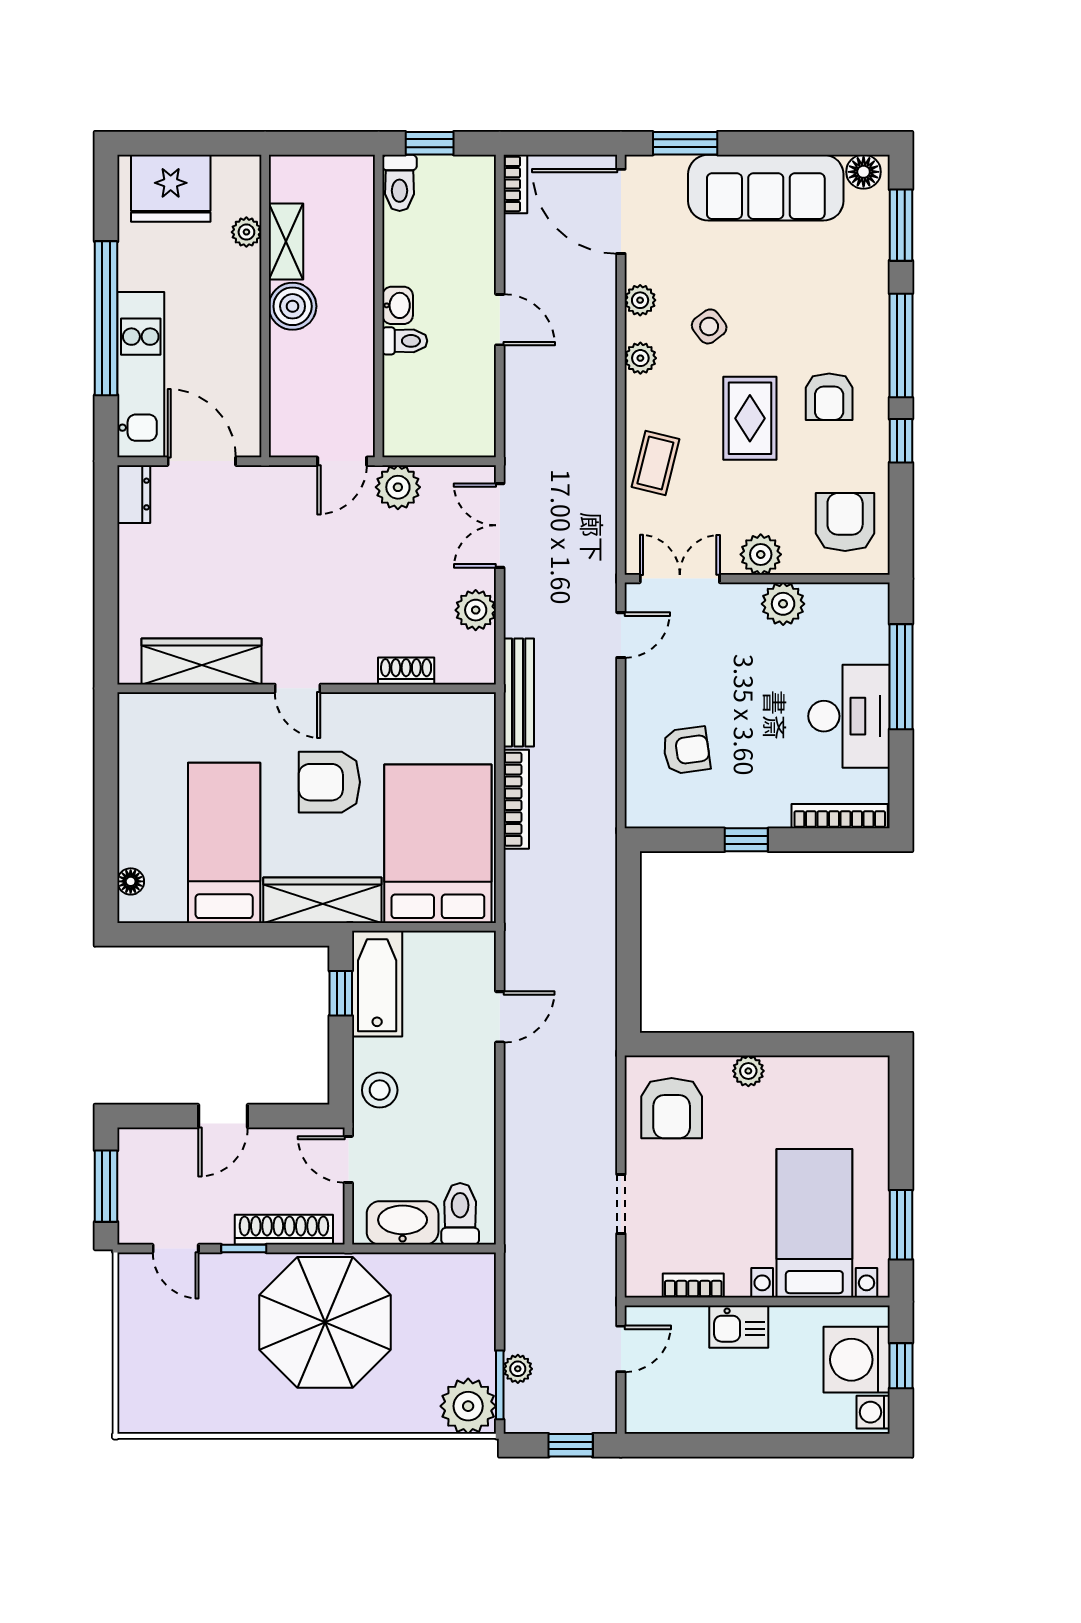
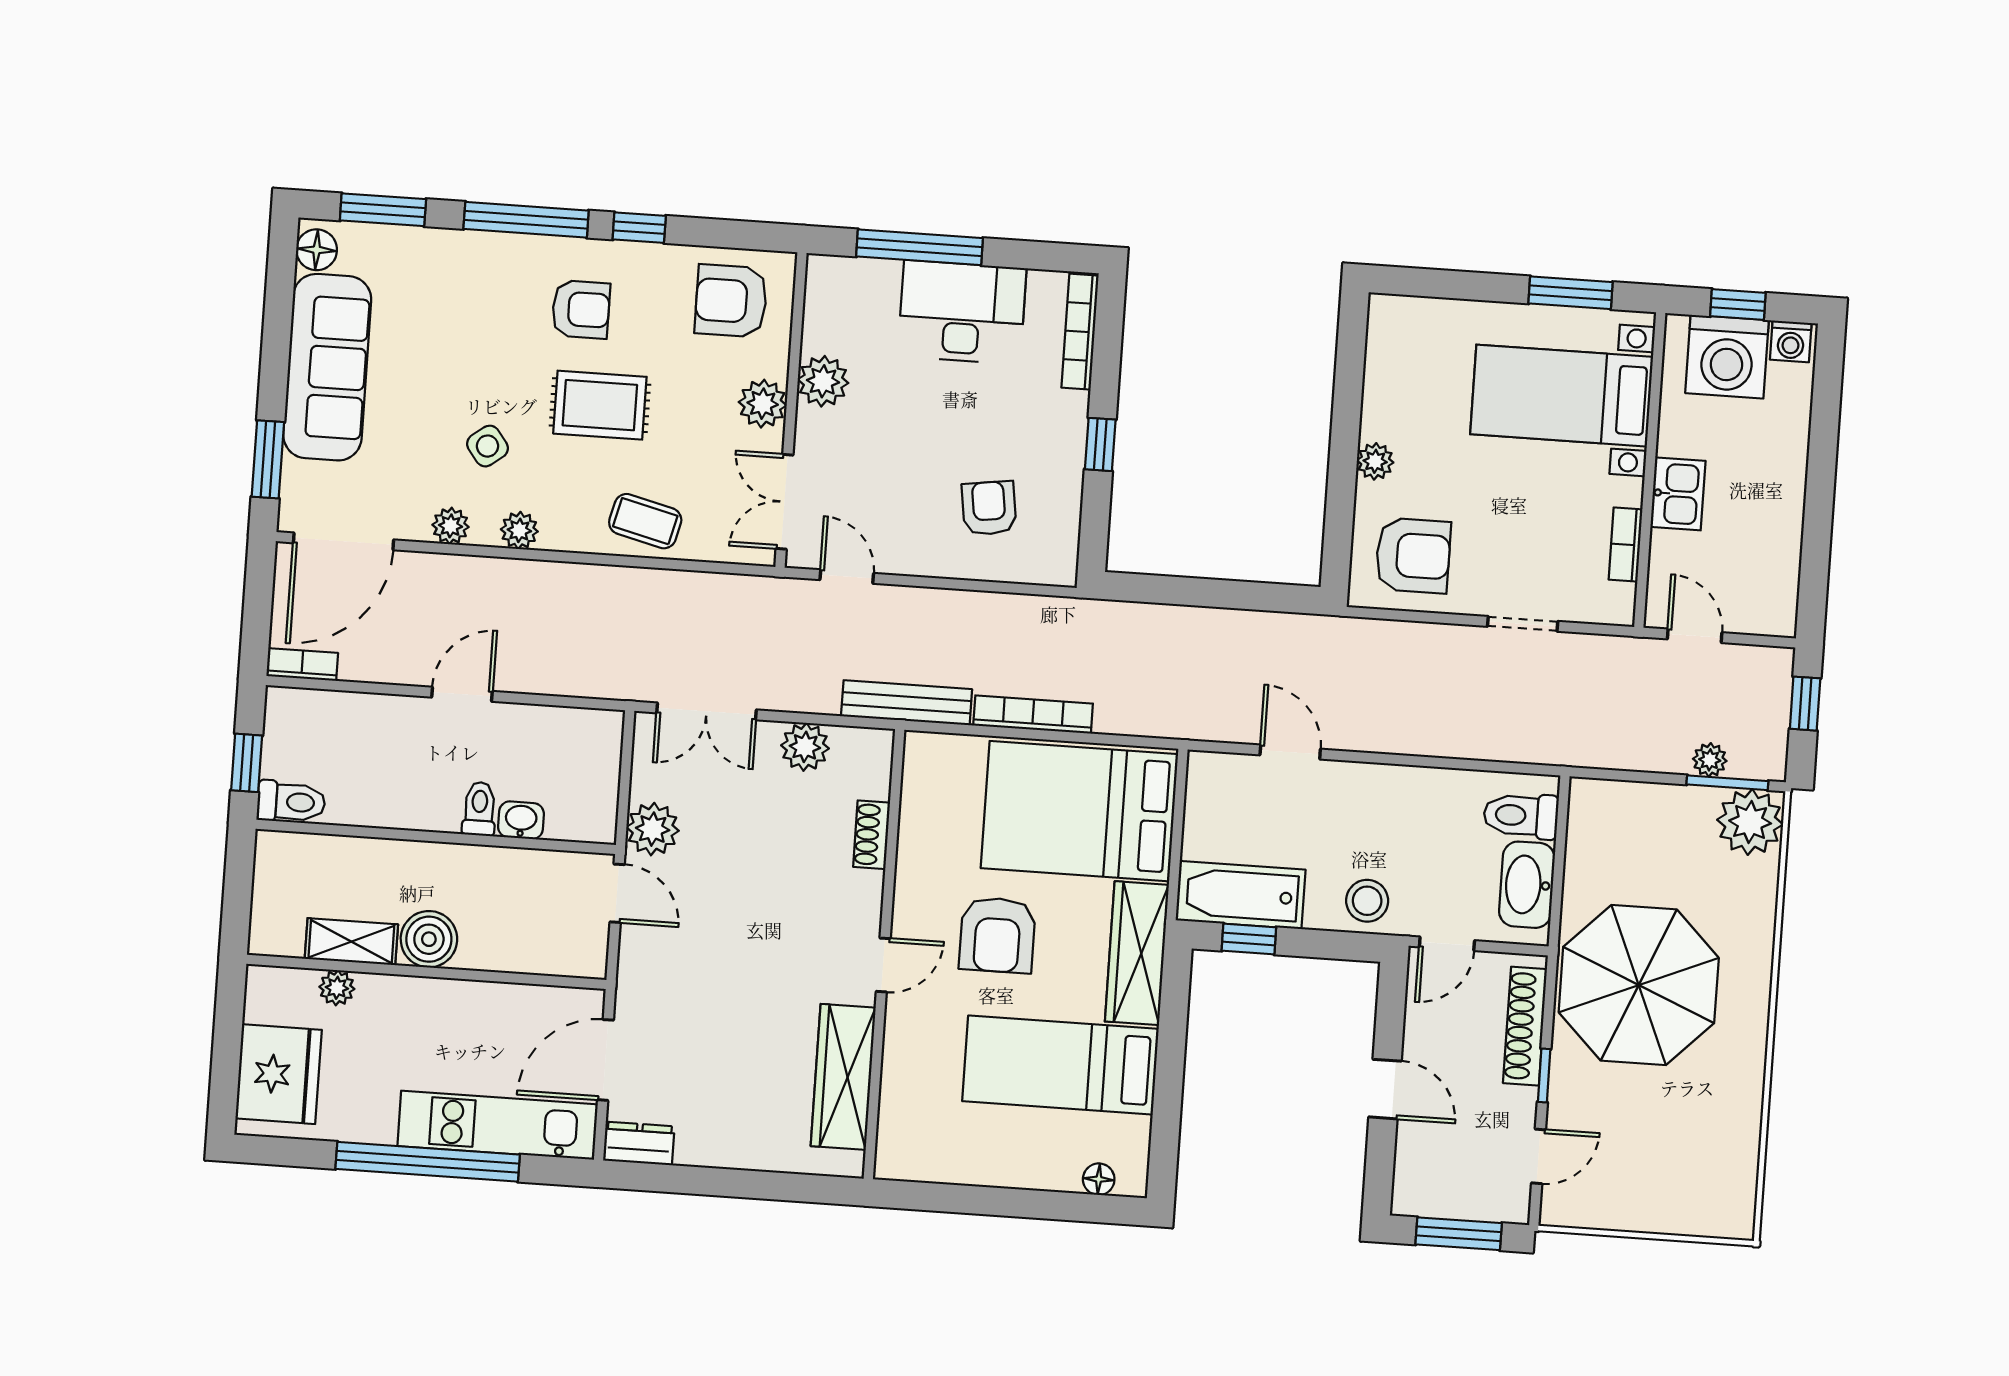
washbasin: (398, 305) -> (521, 820), moved

